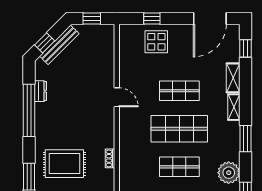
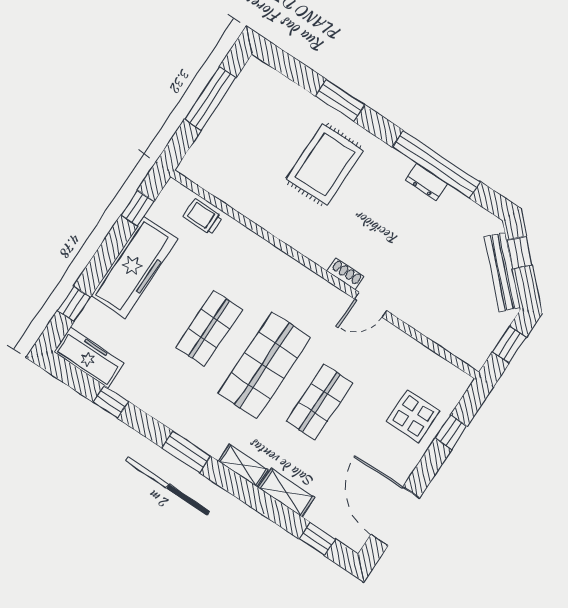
dresser: (40, 91) -> (426, 182), moved
shoe rack: (110, 158) -> (346, 274), moved
plant: (229, 173) -> (153, 395), removed

